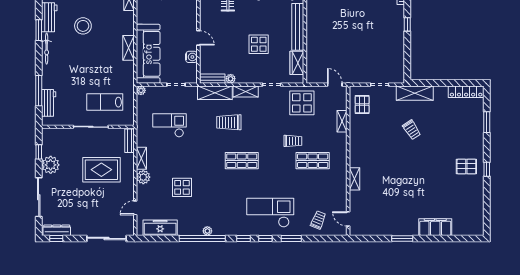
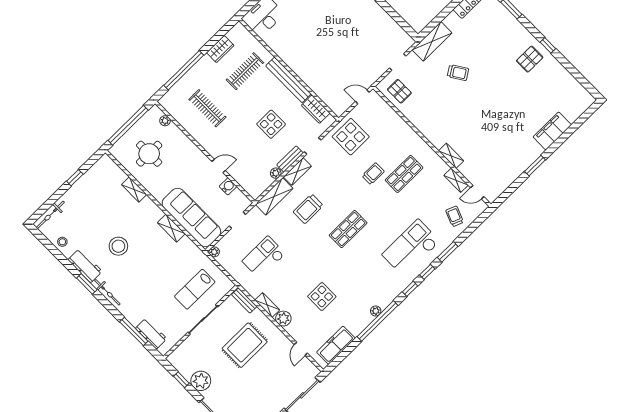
bench: (212, 79) -> (290, 159), moved
shelving: (342, 121) -> (456, 180), moved

